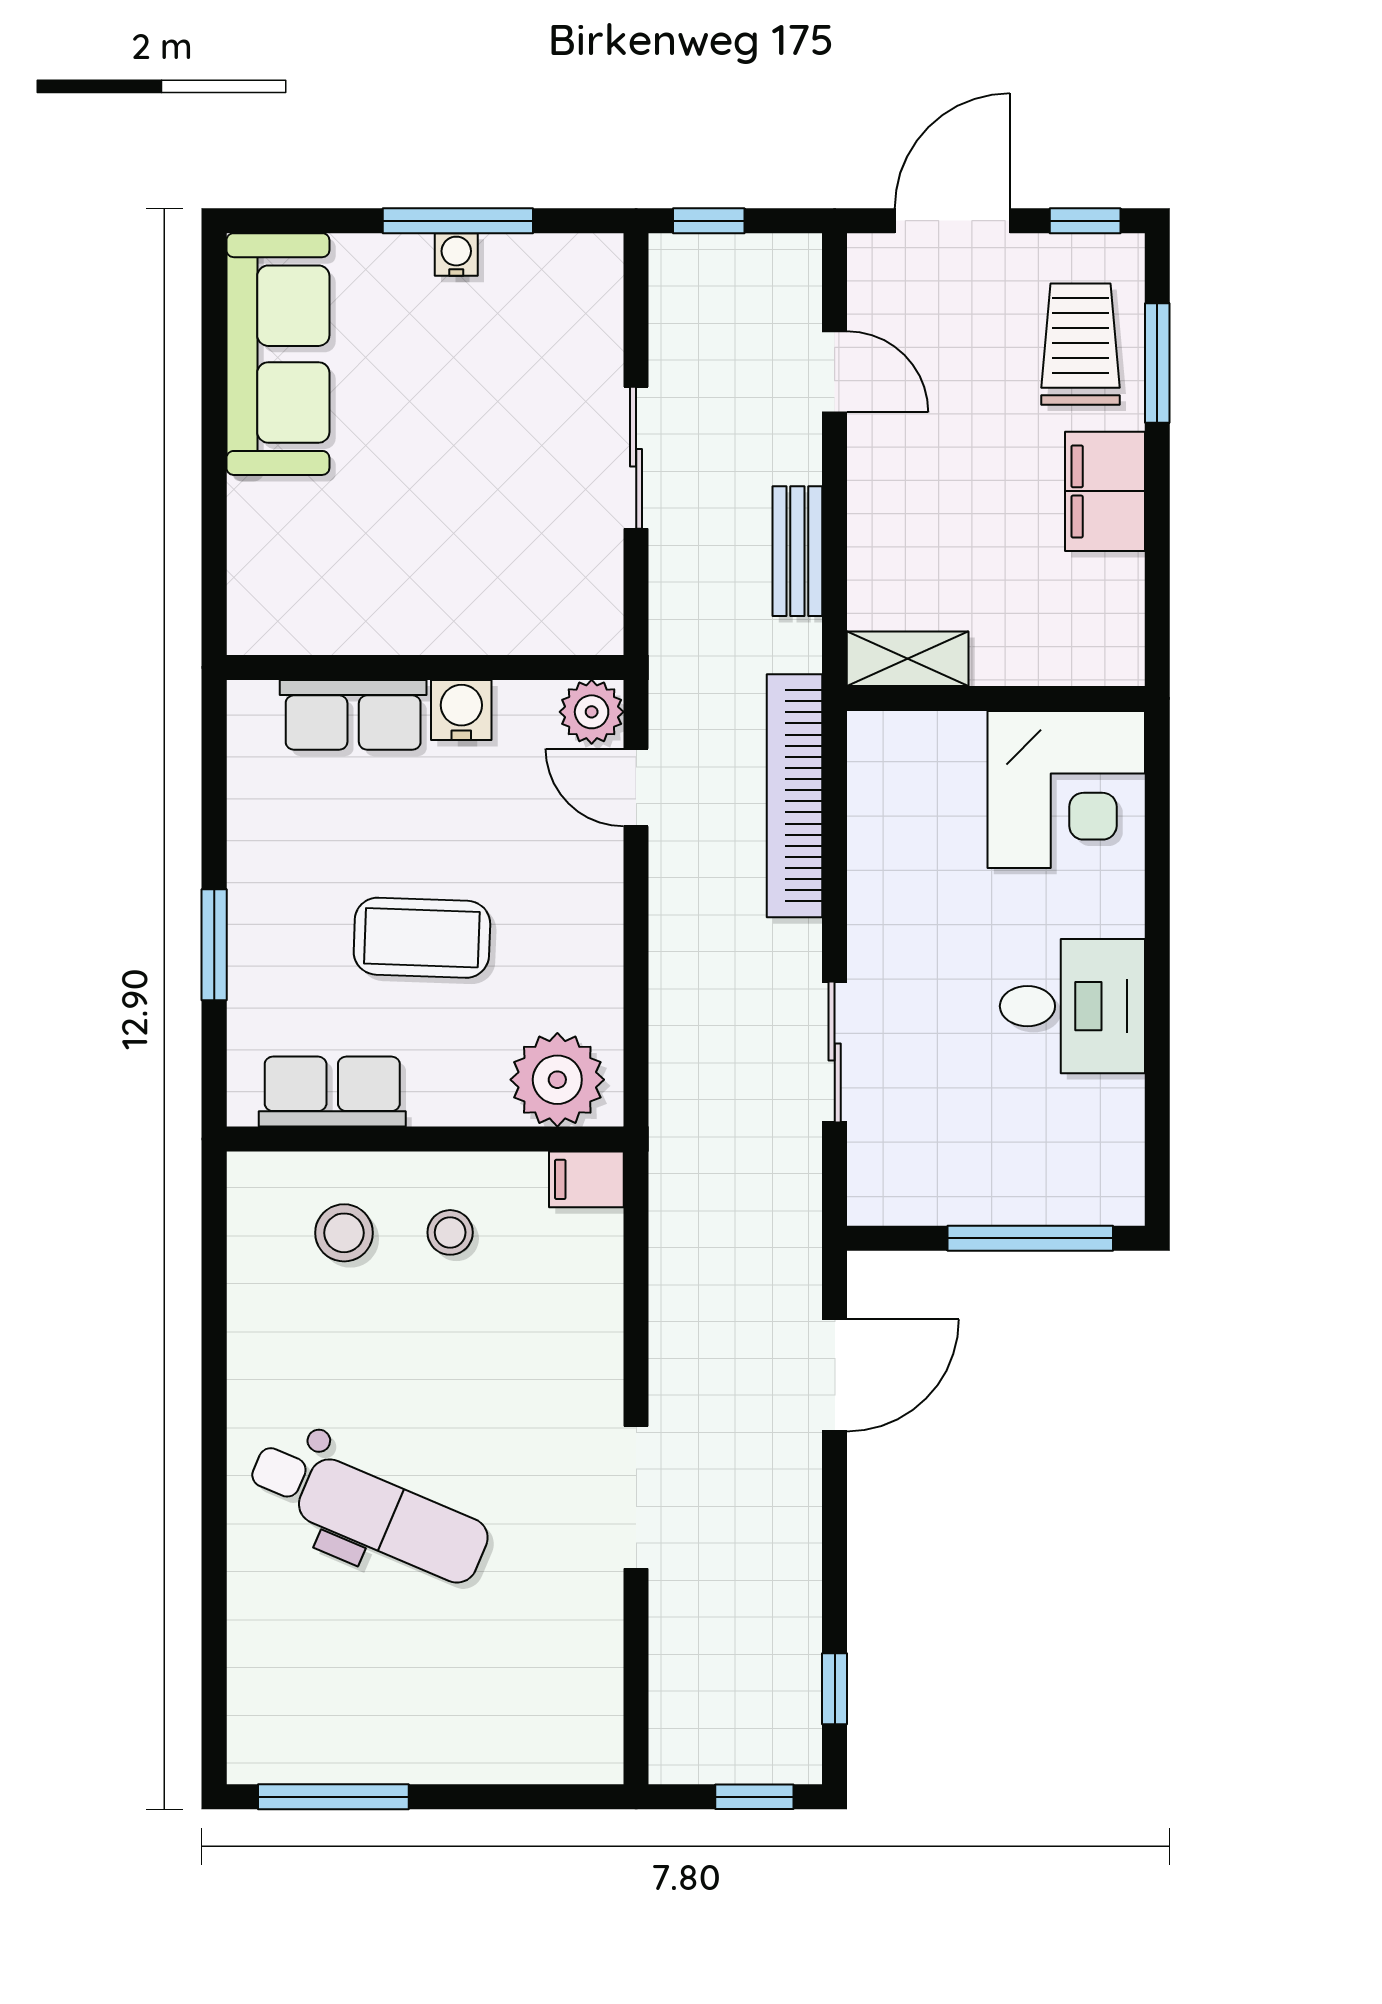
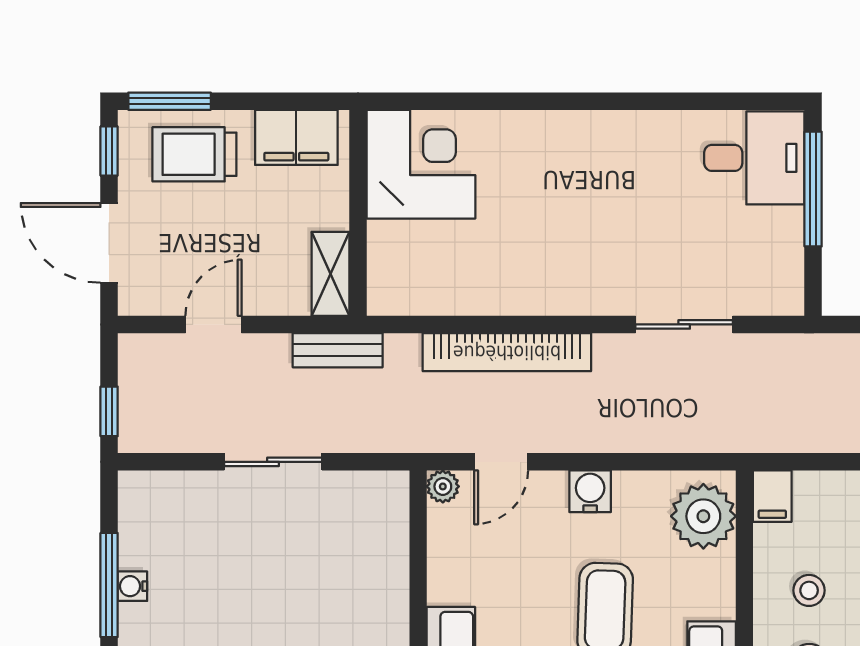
window: (1157, 363) -> (170, 101), moved
shelving: (908, 659) -> (331, 274), moved
wall: (996, 698) -> (358, 213), moved
water cooler: (461, 710) -> (590, 491), moved, turned 90
plant: (592, 712) -> (443, 486), width x0.73, depth x0.73
corner desk: (1066, 789) -> (421, 164), moved
desk: (1072, 1006) -> (754, 158), moved, turned 90

